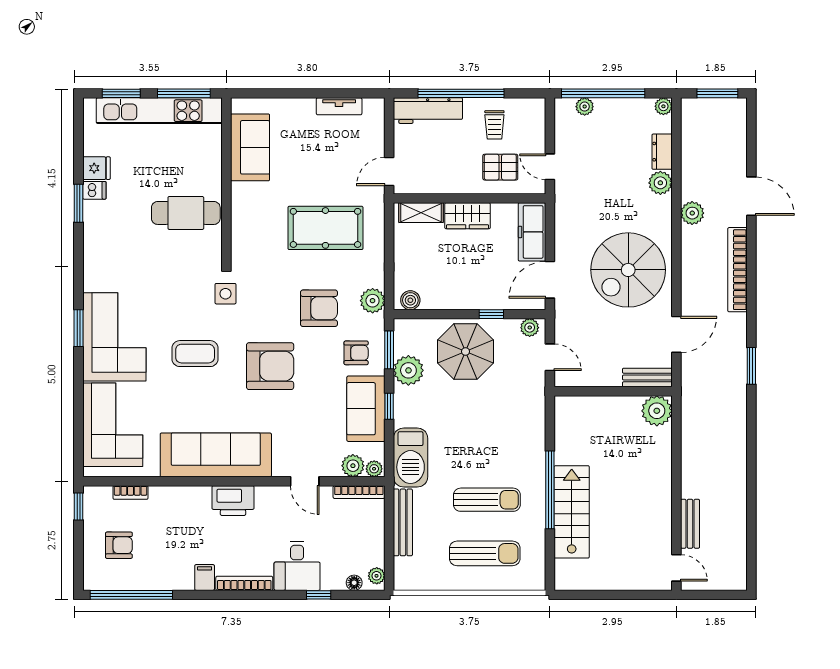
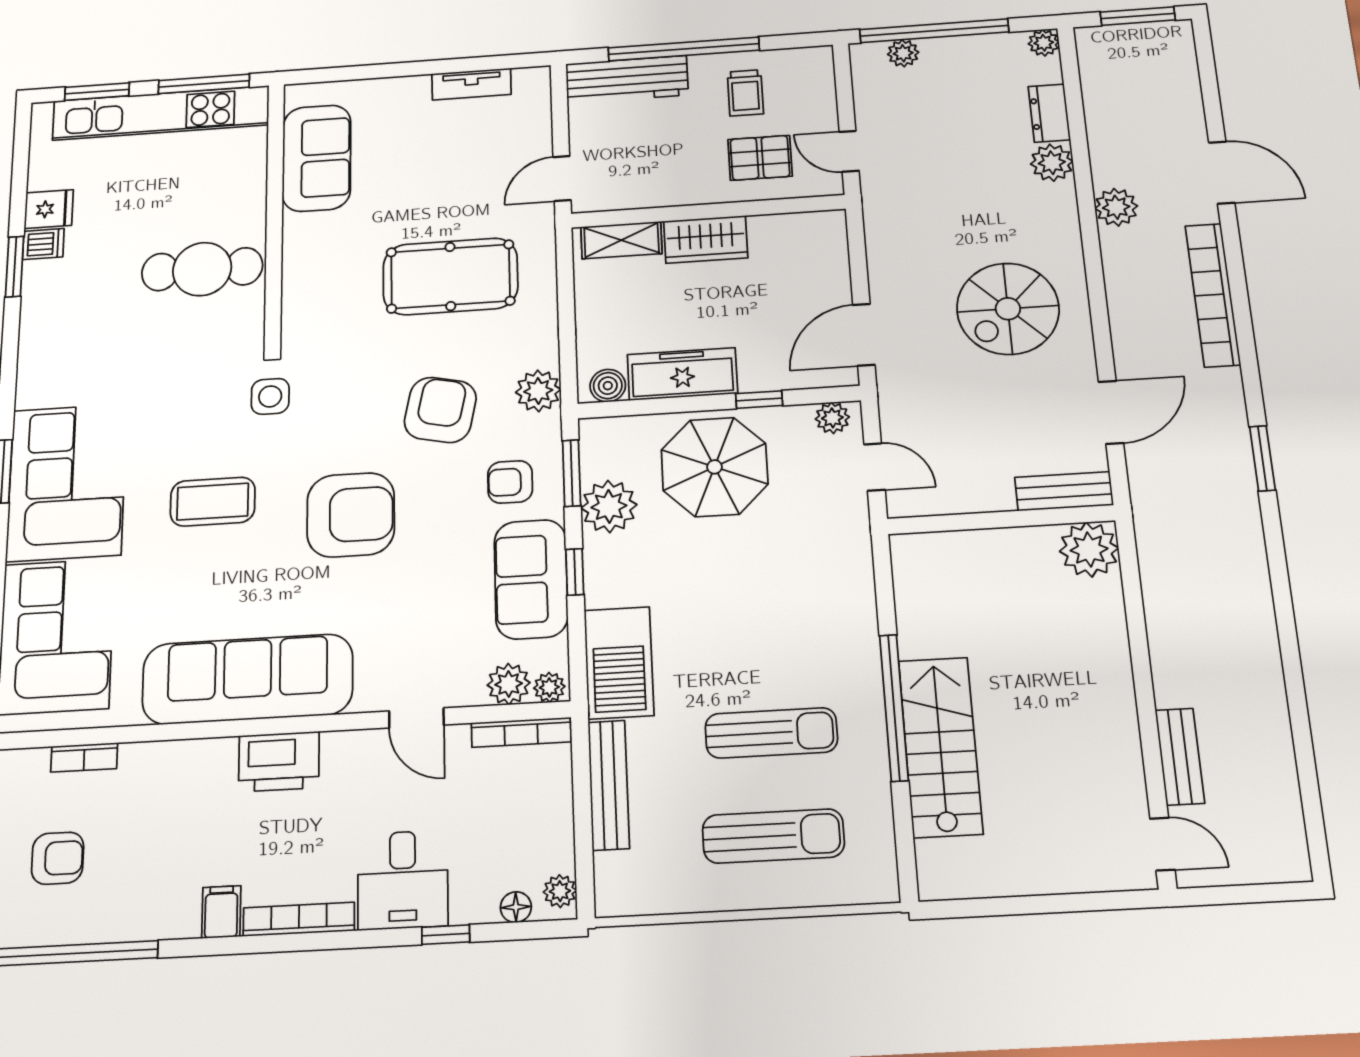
freezer: (532, 232) -> (682, 374), moved, turned 90
spiral stairs: (628, 270) -> (1008, 309), width x0.73, depth x0.73
armchair: (319, 308) -> (440, 410), turned -78
armchair: (356, 353) -> (510, 482), turned 180

